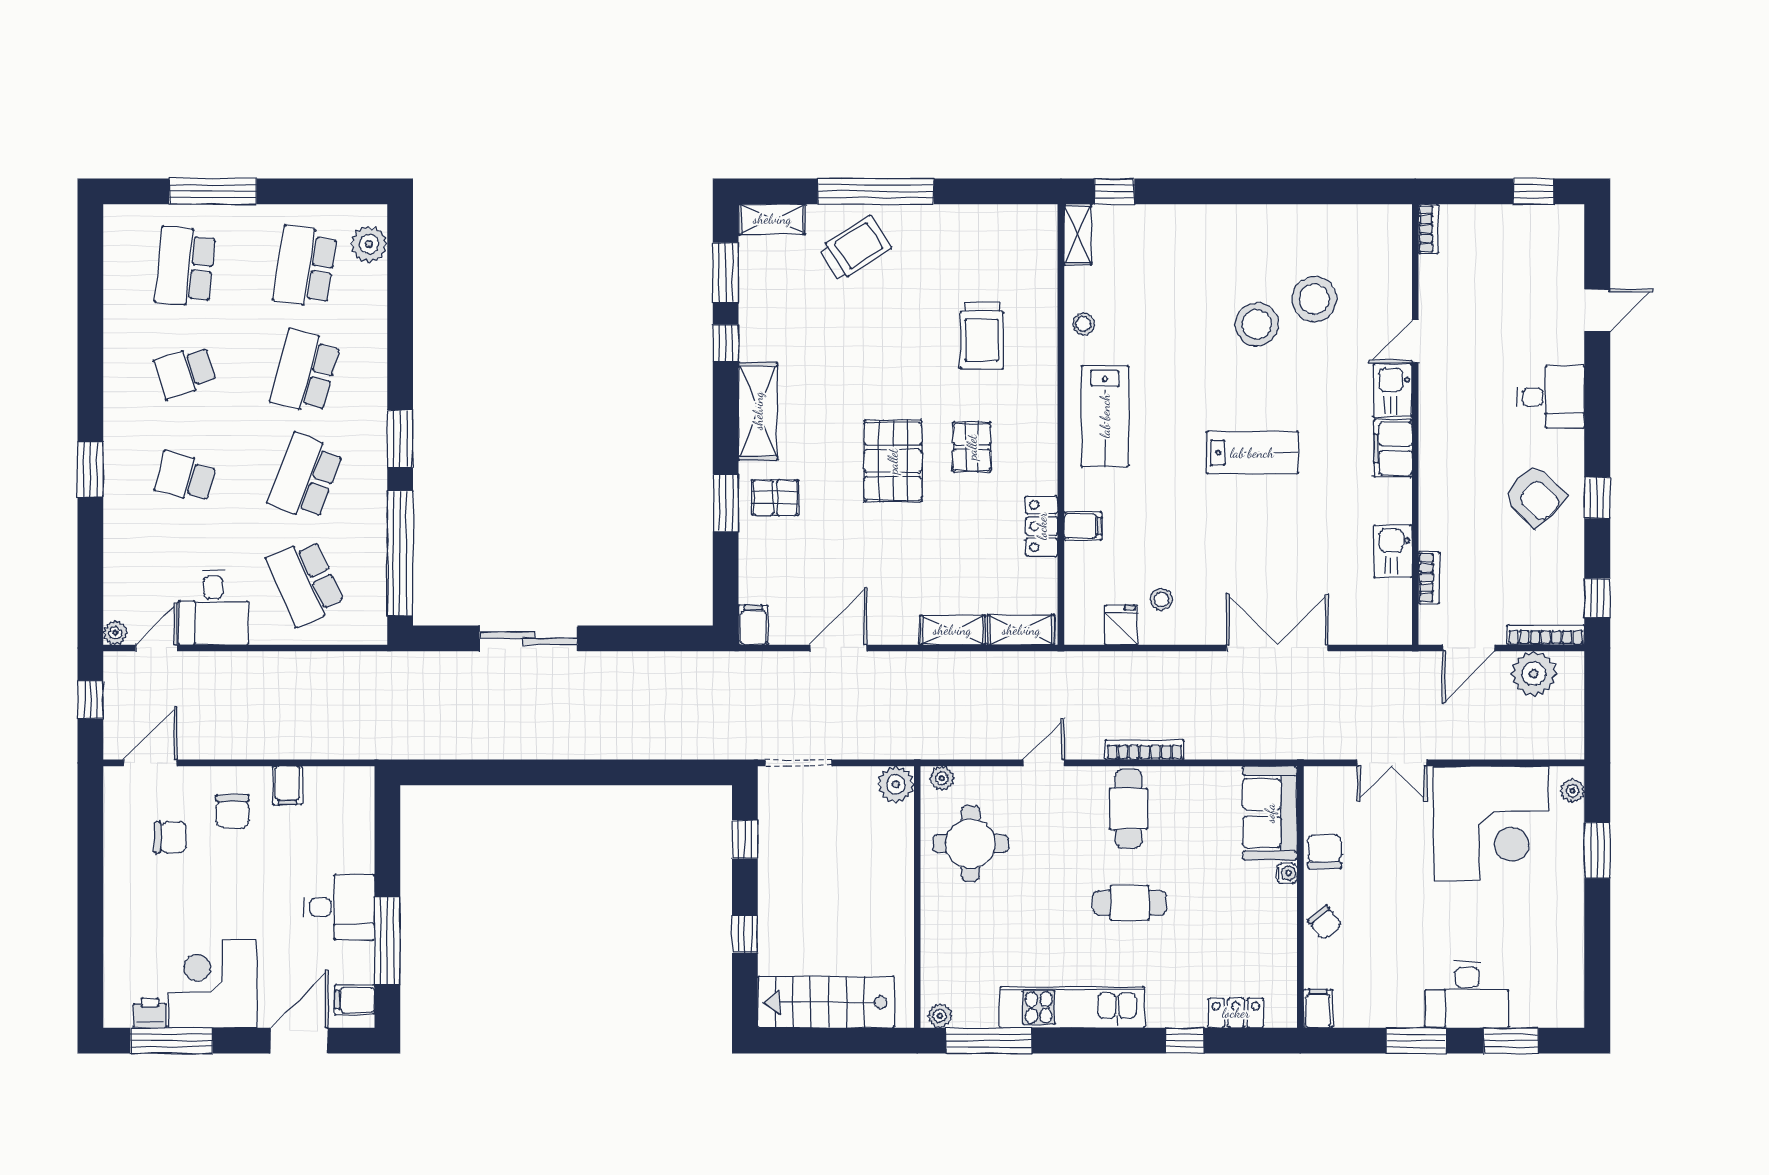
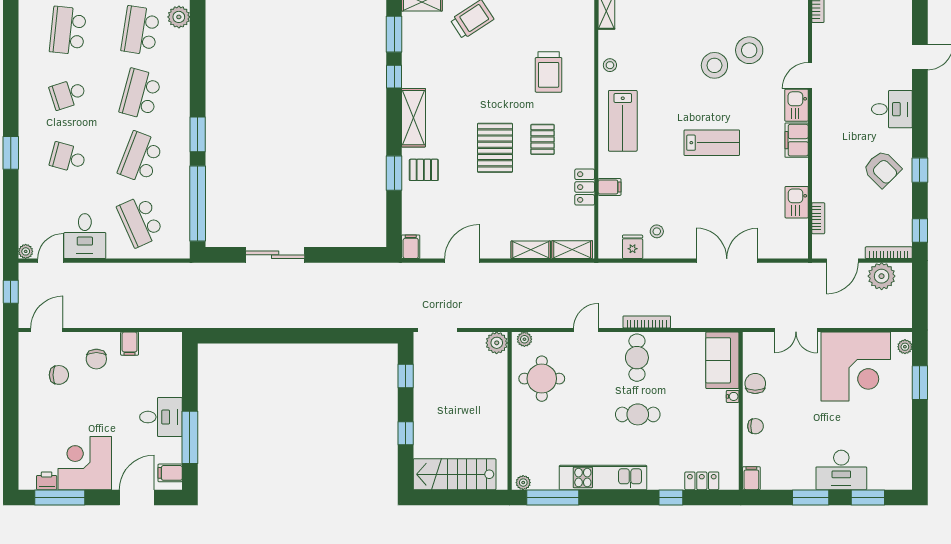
chair: (1325, 922) -> (755, 426), turned -51

